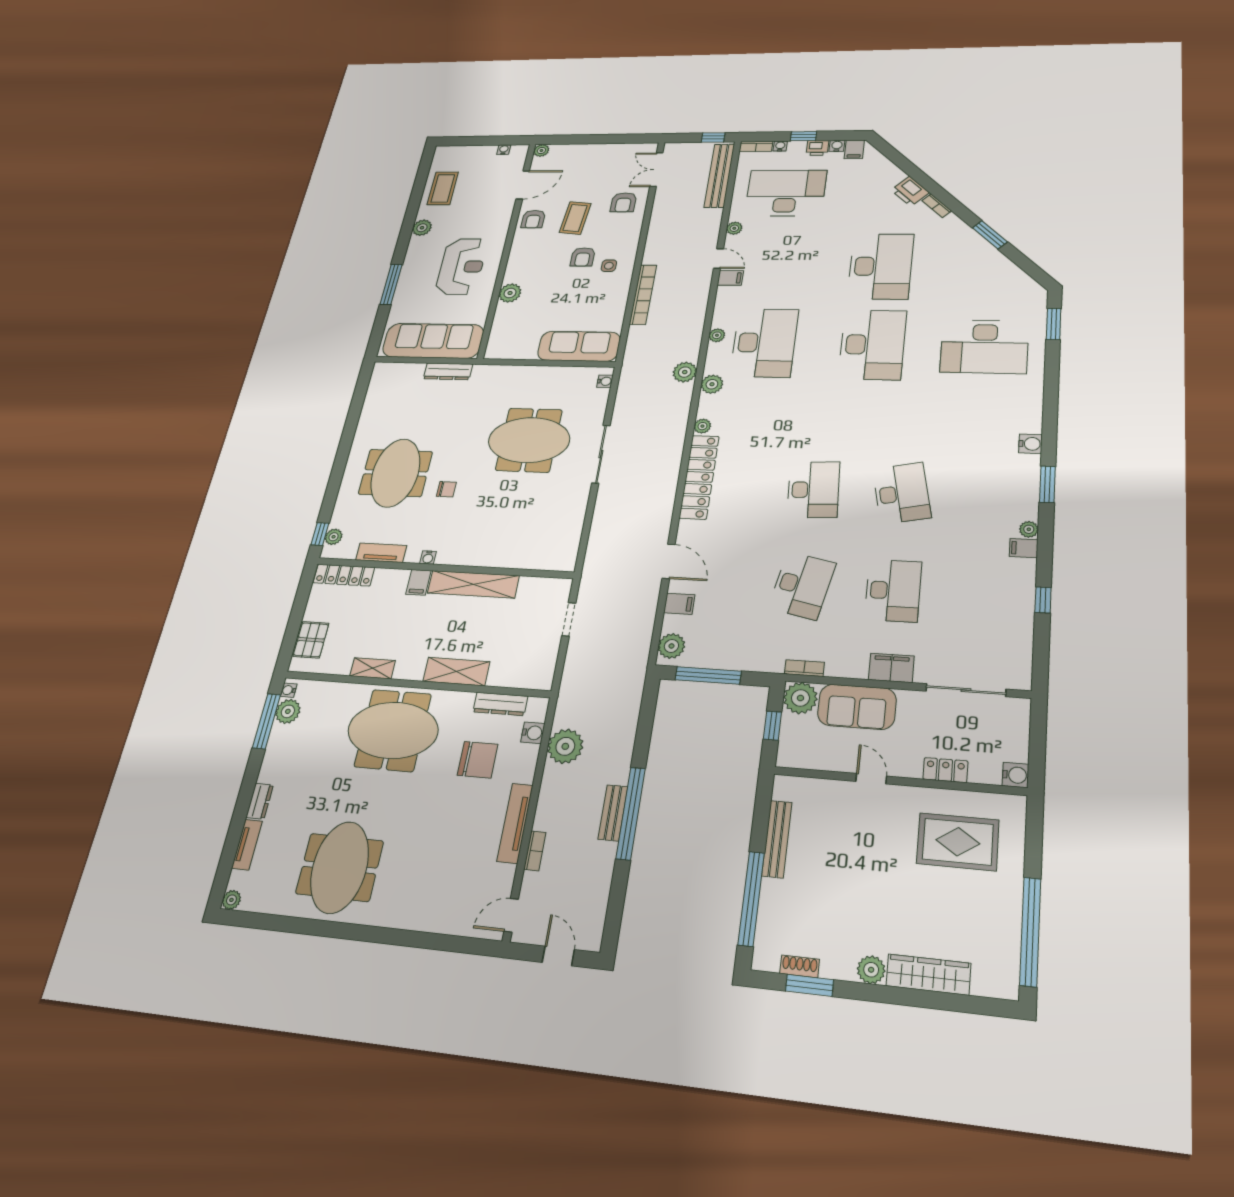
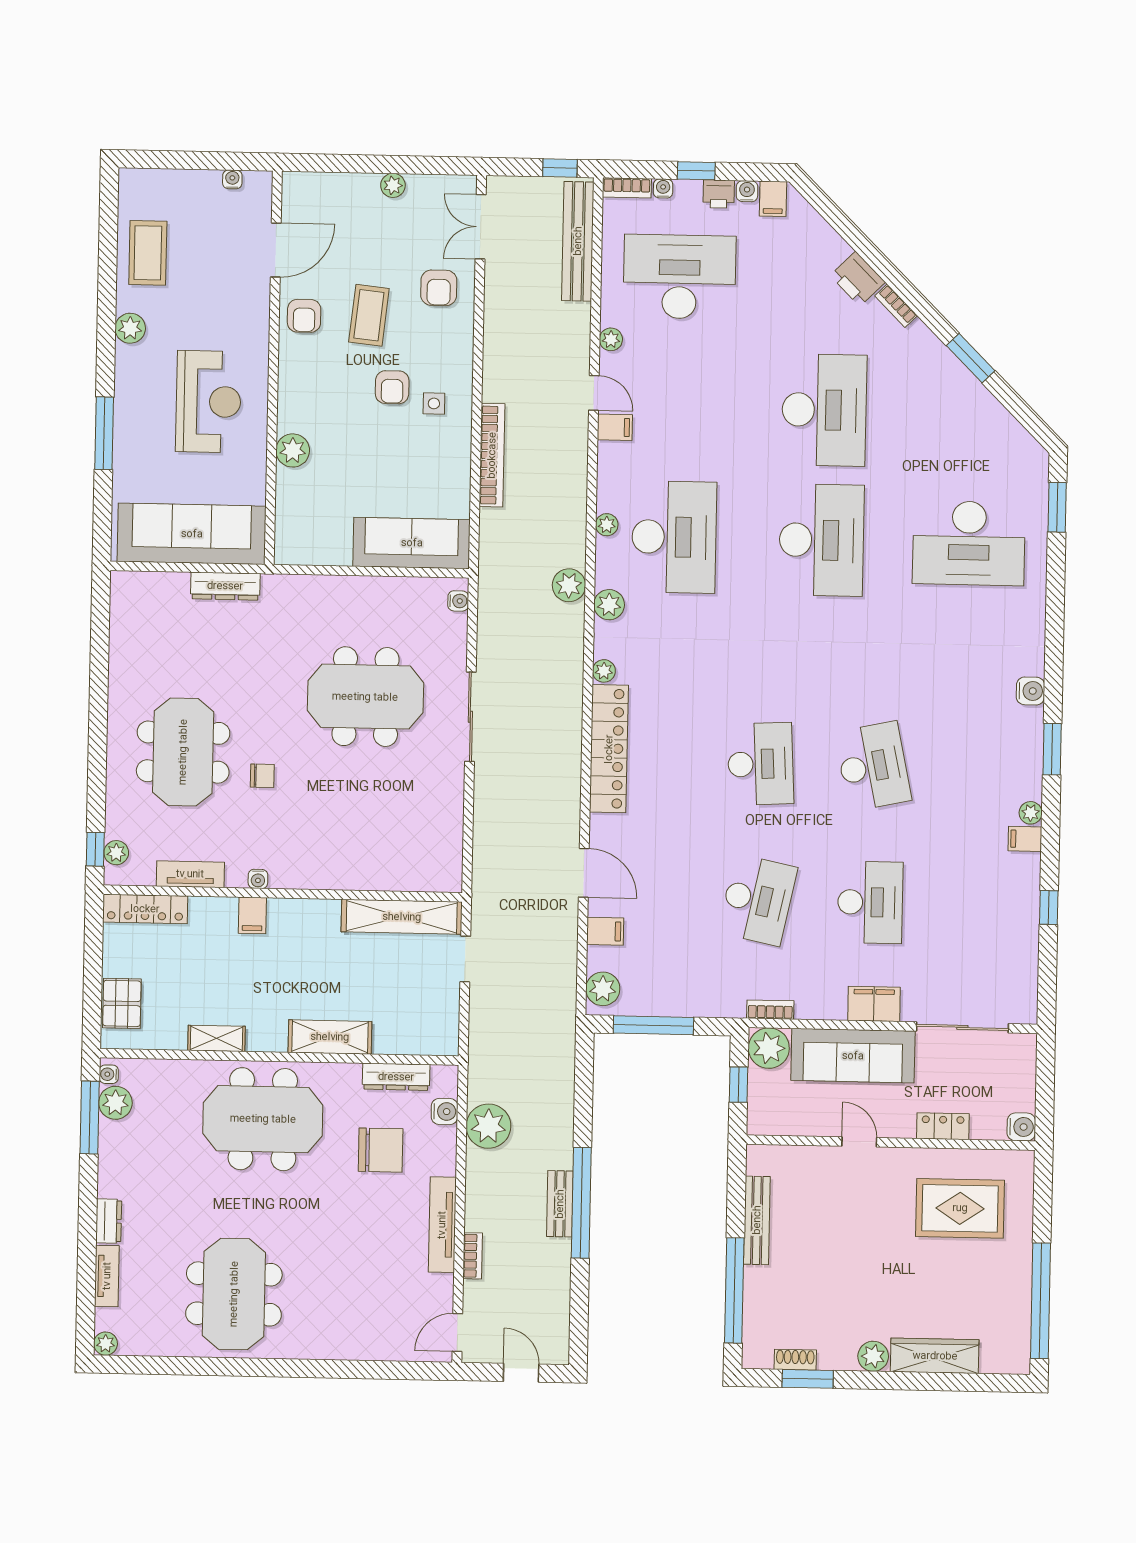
plant: (541, 150) -> (393, 185), moved
shelving: (473, 584) -> (402, 917), moved
sofa: (857, 707) -> (853, 1056), width x1.36

